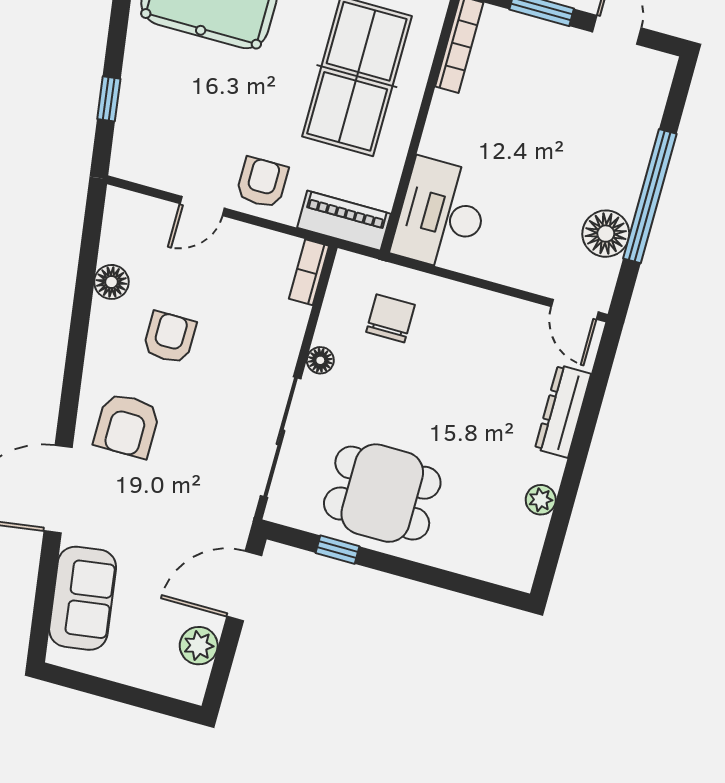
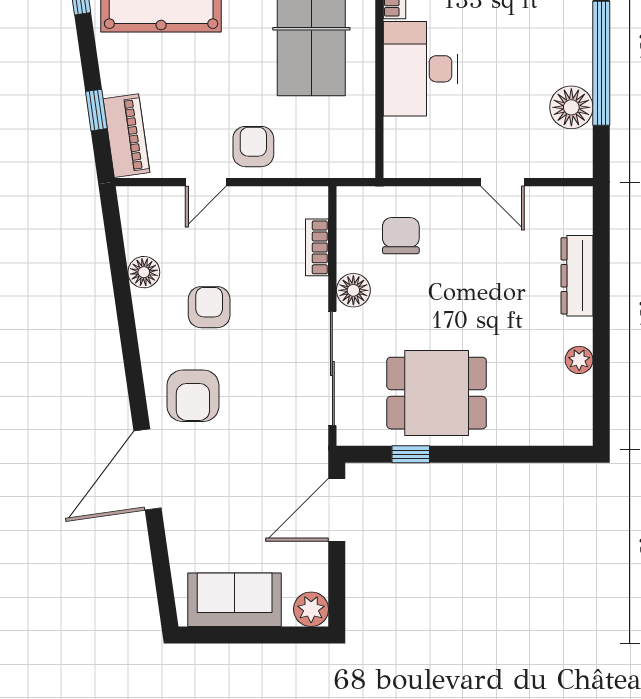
desk: (441, 215) -> (420, 69), moved
piano: (344, 221) -> (126, 136), moved, turned 82
bookcase: (309, 272) -> (317, 247), moved
door: (575, 309) -> (502, 182), moved
floor lamp: (320, 360) -> (353, 290), width x1.37, depth x1.37
sofa: (83, 598) -> (235, 600), moved, turned -82
plant: (199, 646) -> (311, 609), moved

